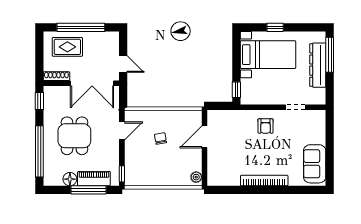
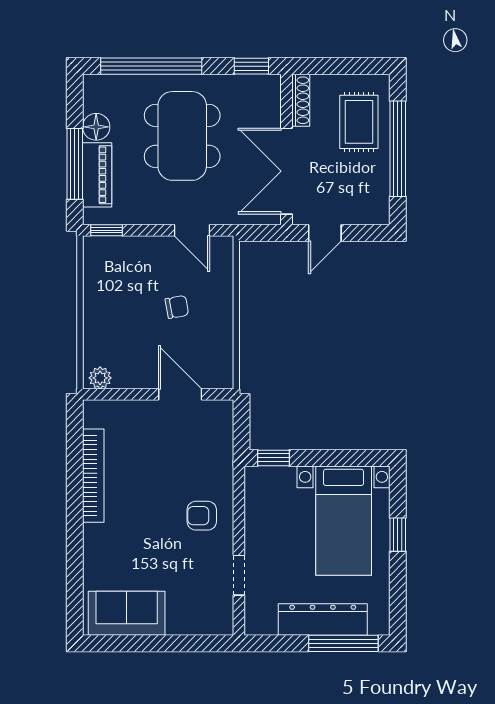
dining table: (74, 136) -> (182, 136), width x1.37
bookcase: (264, 181) -> (93, 476), moved

